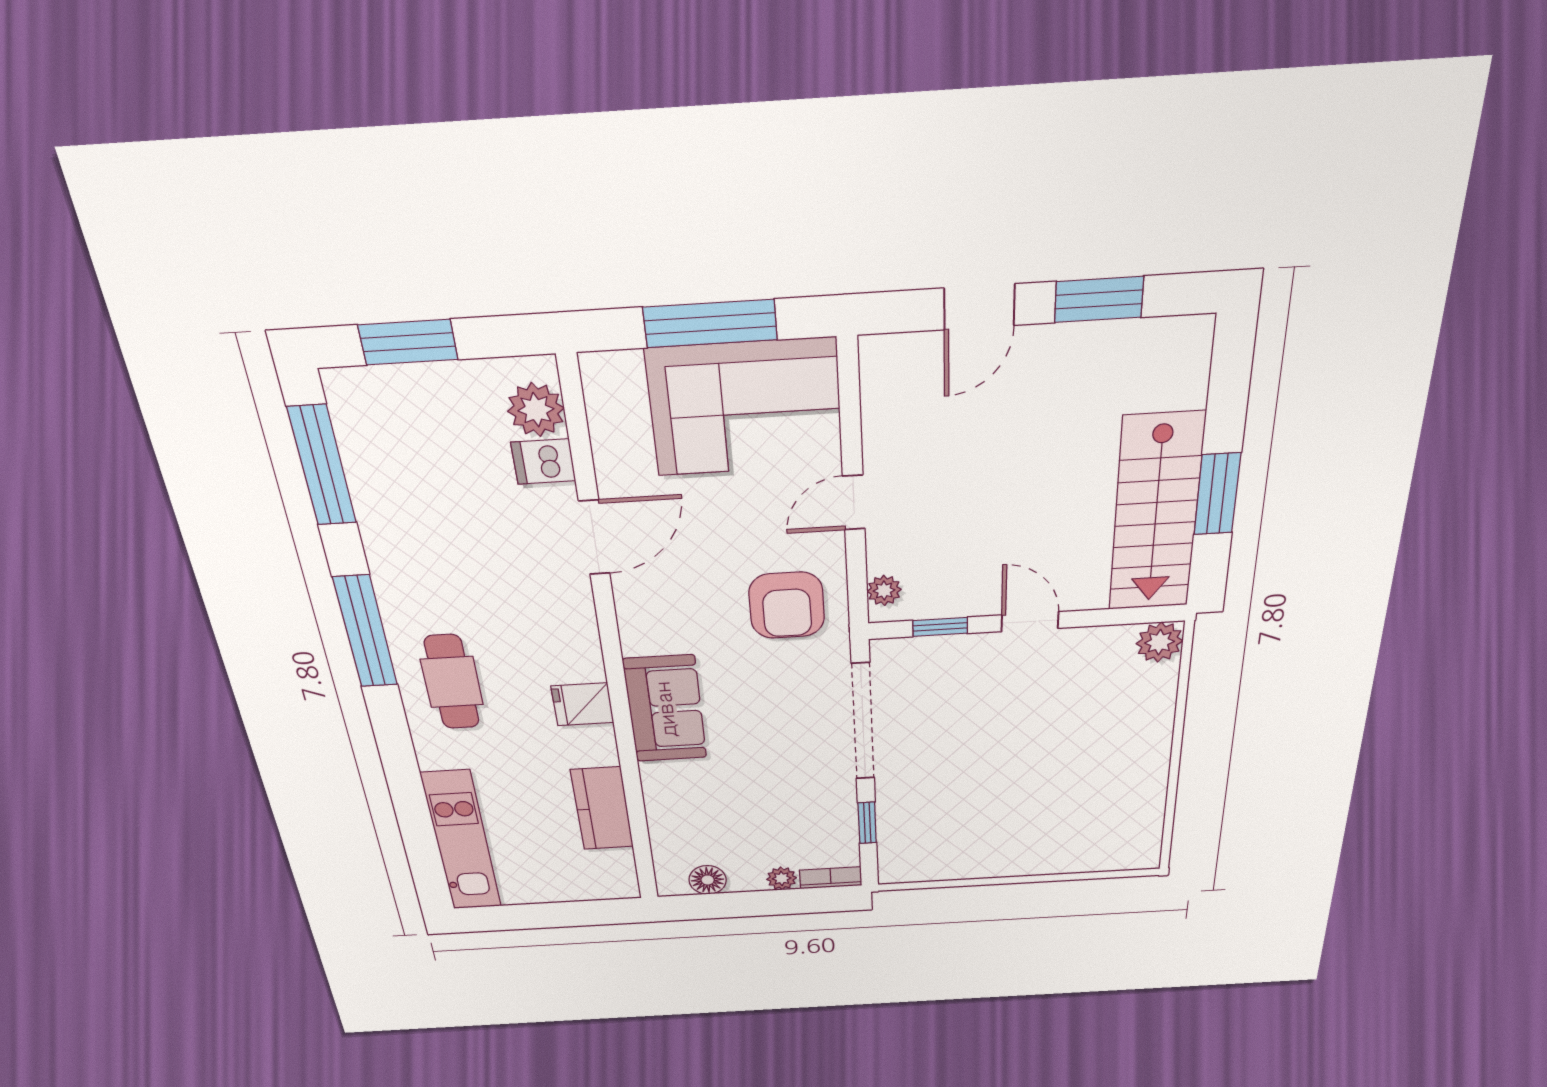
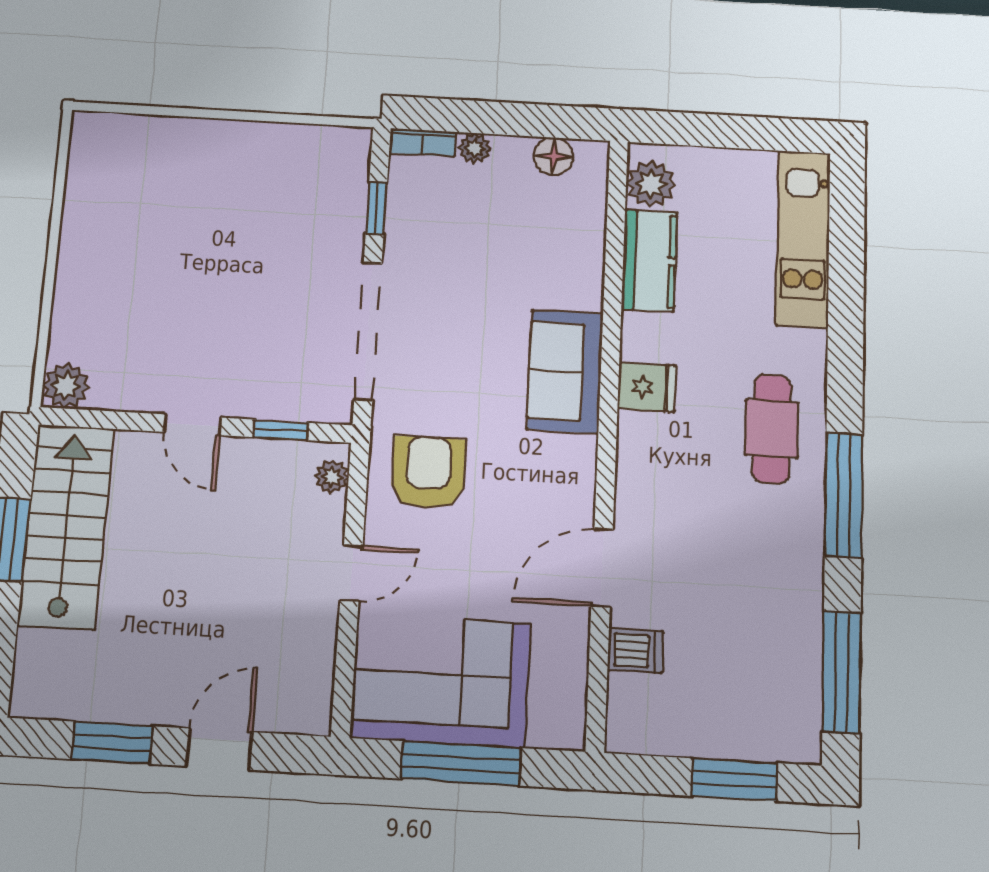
plant: (536, 410) -> (651, 184), moved

